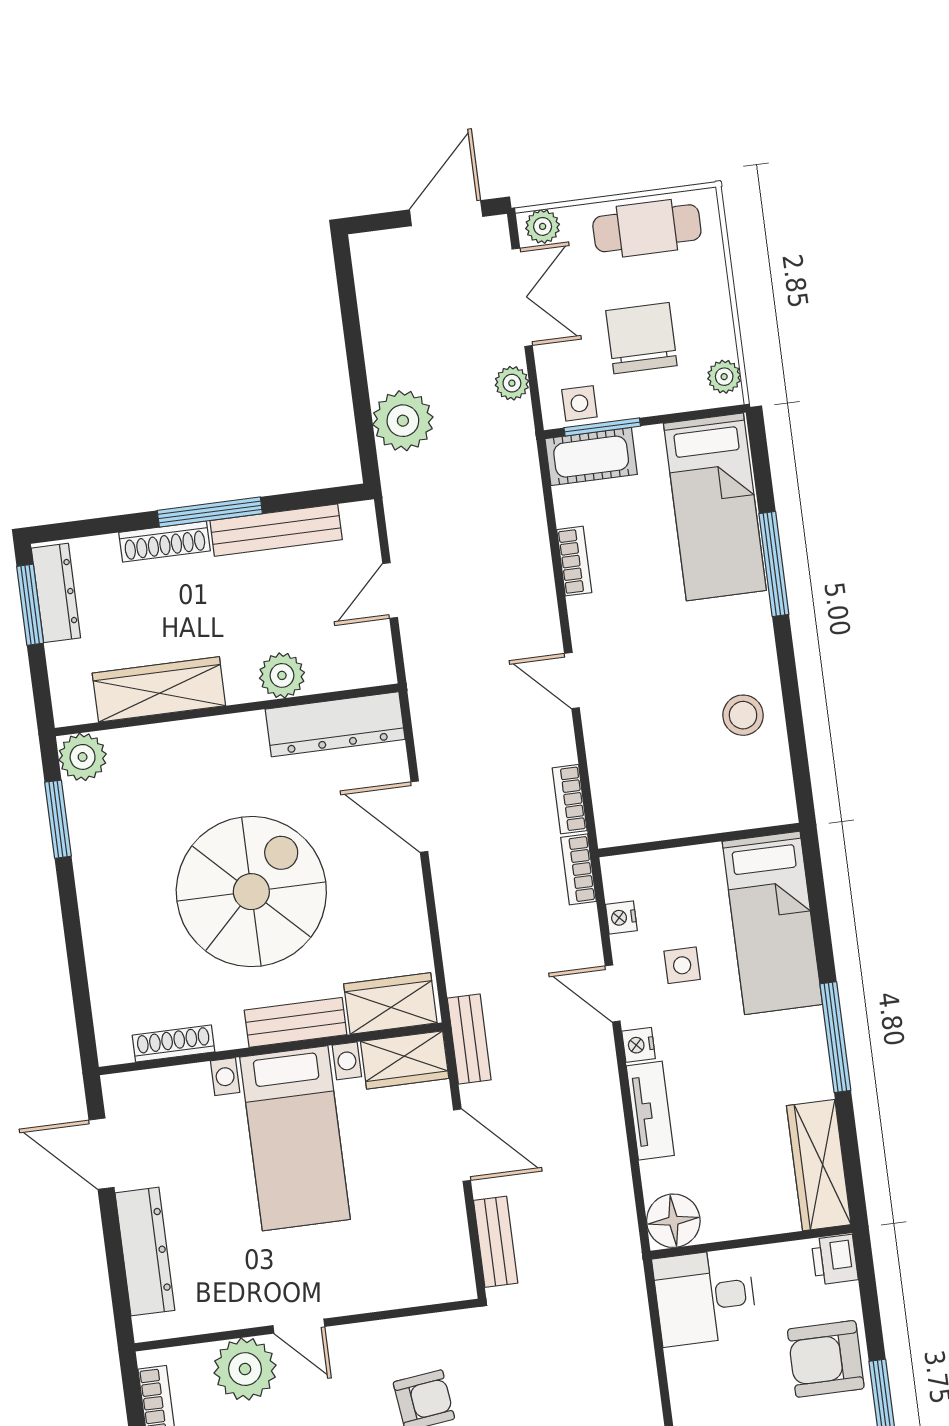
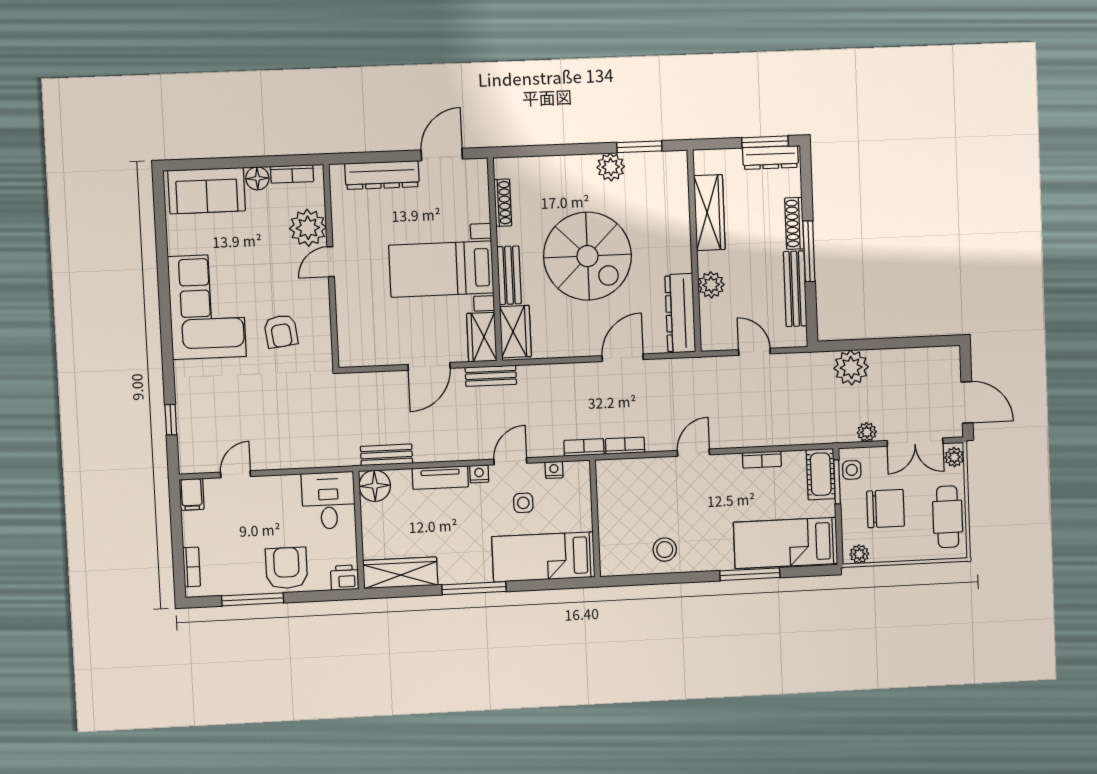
plant: (83, 757) -> (611, 167), moved
bench: (496, 1242) -> (387, 455), moved

